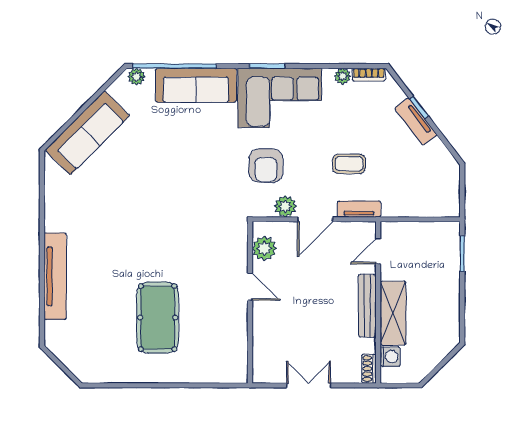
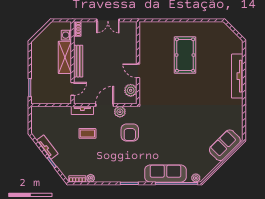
corner sofa: (280, 98) -> (123, 167), removed
tv unit: (416, 122) -> (47, 147), moved
sofa: (87, 133) -> (225, 145), width x0.73
armchair: (266, 166) -> (130, 133), turned 180

